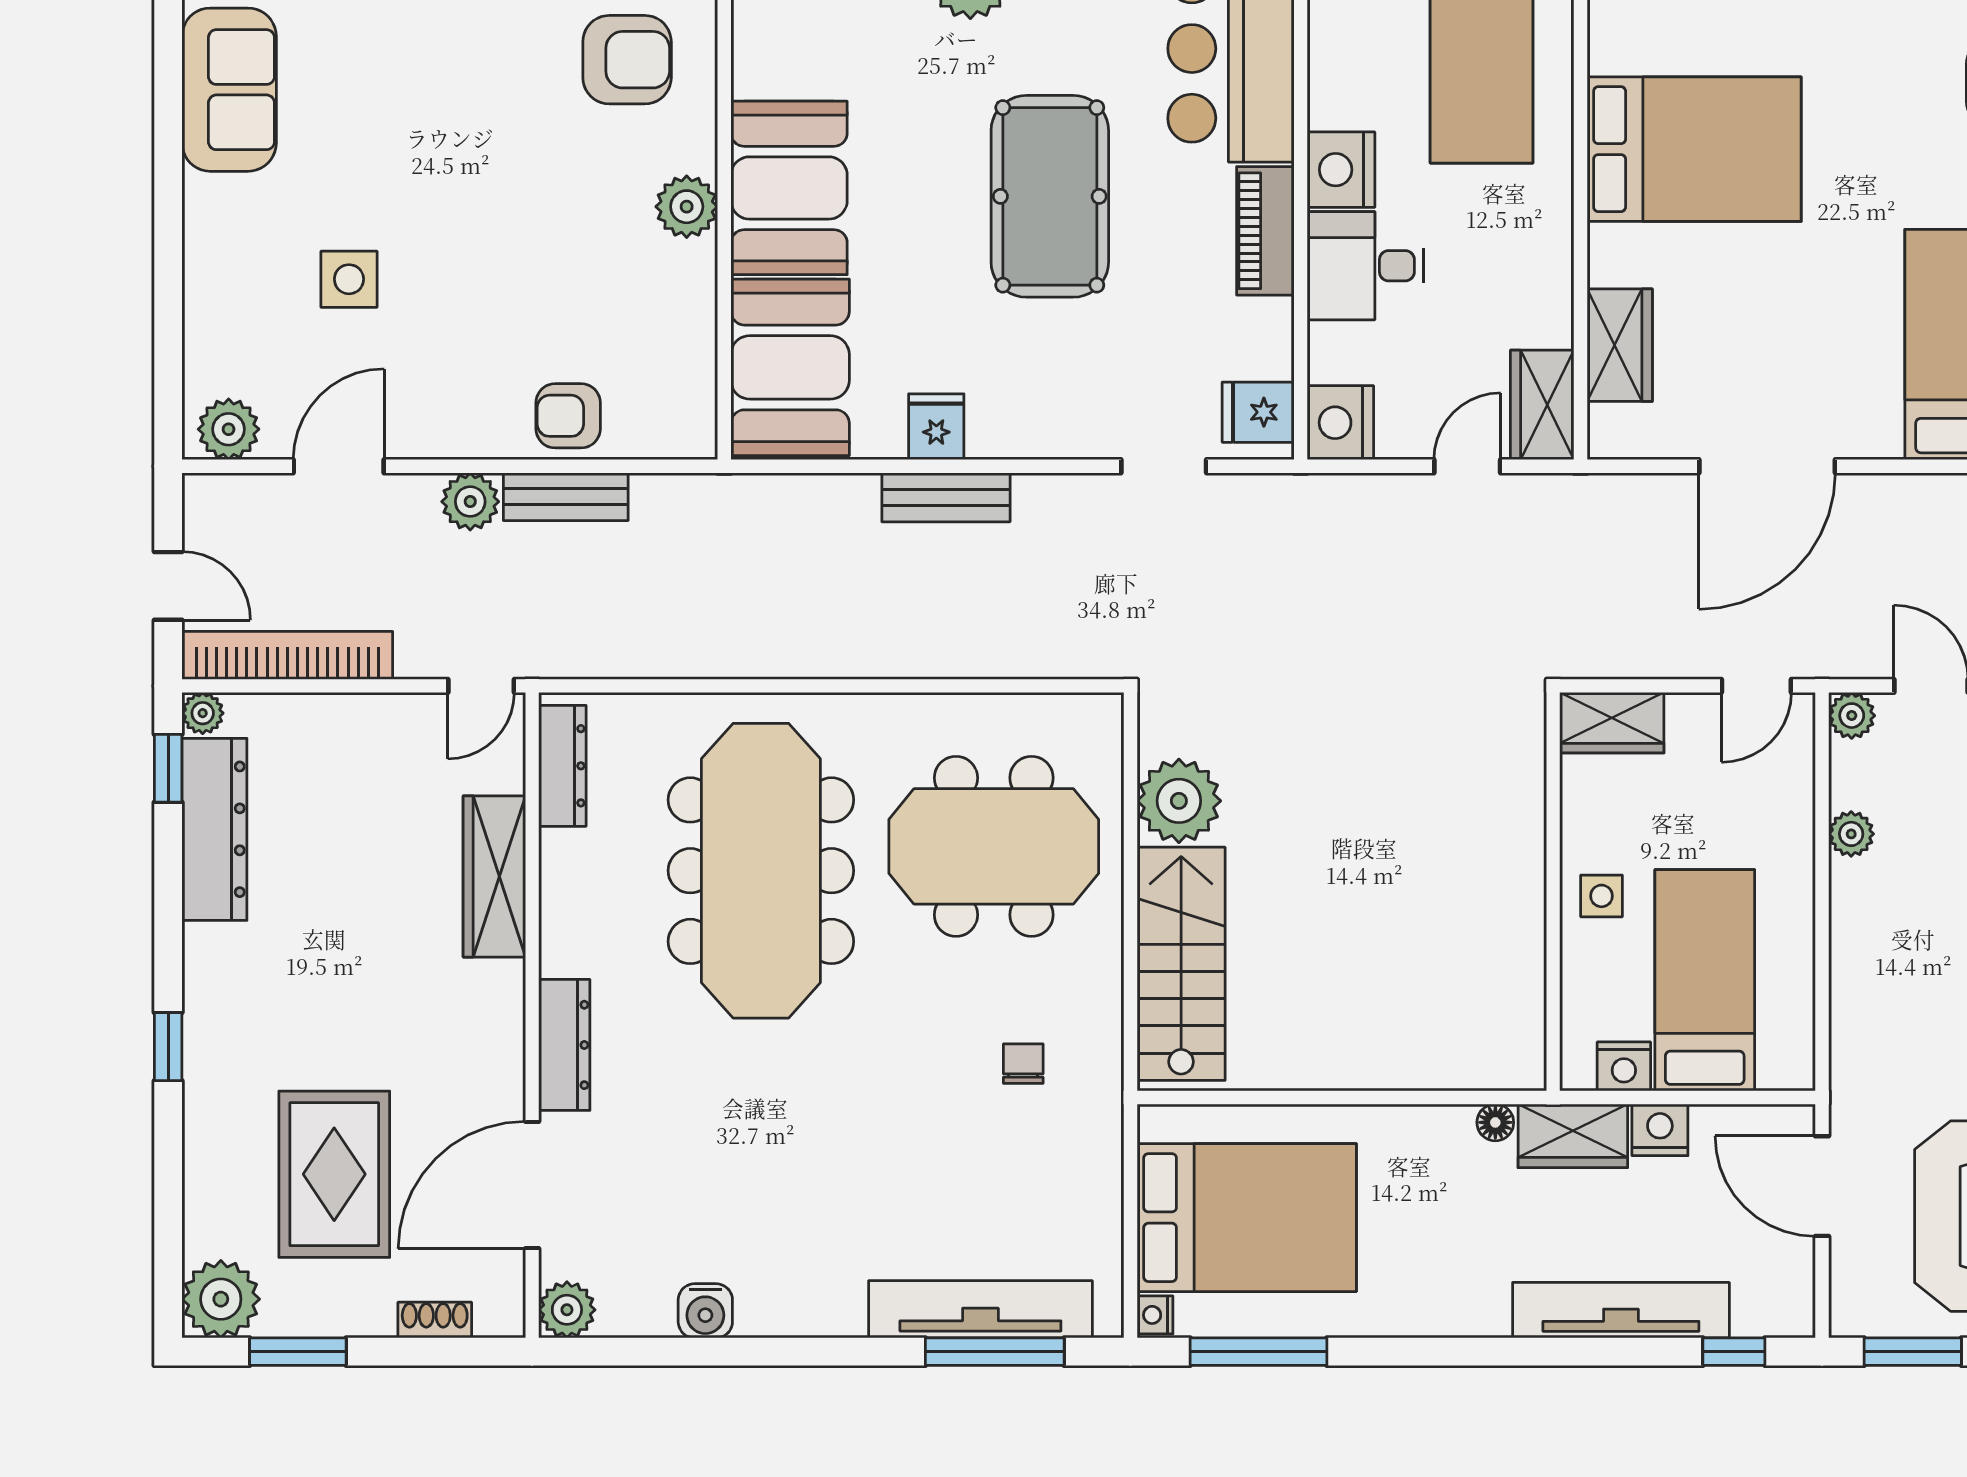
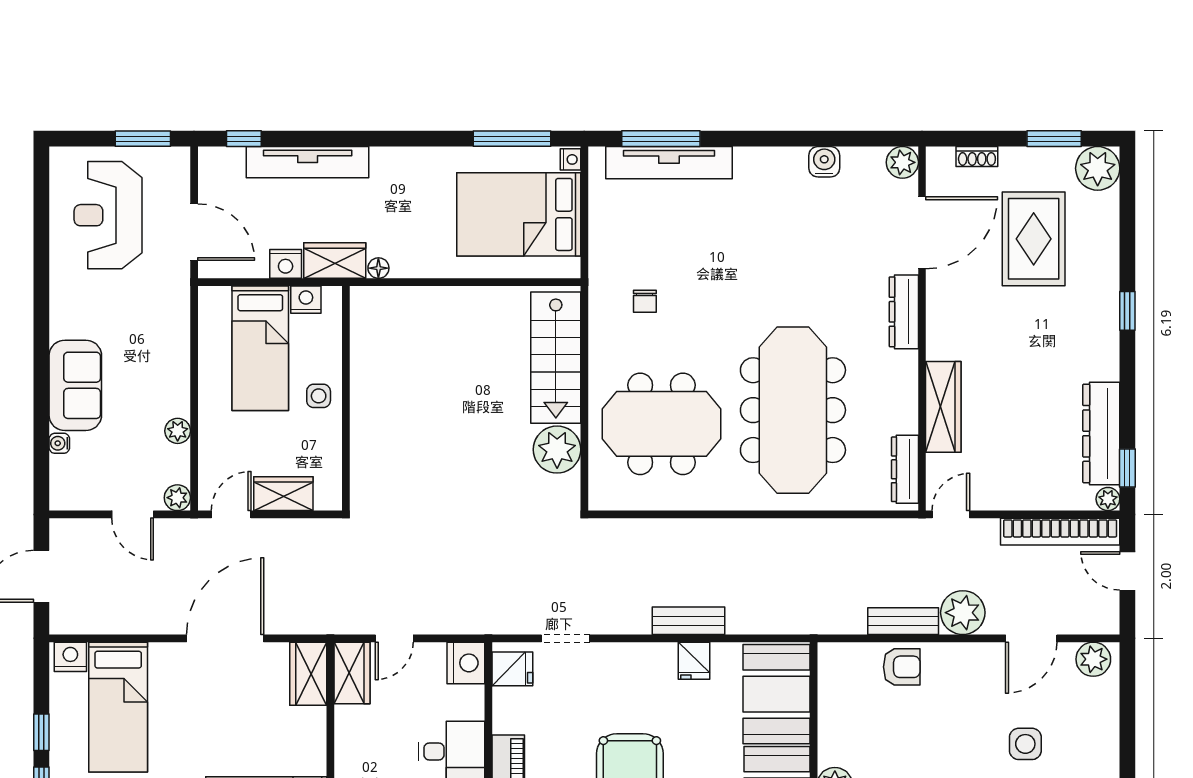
wardrobe: (1620, 345) -> (308, 674), moved
plant: (470, 502) -> (963, 613), width x1.36, depth x1.36
wardrobe: (1612, 723) -> (283, 494), moved

